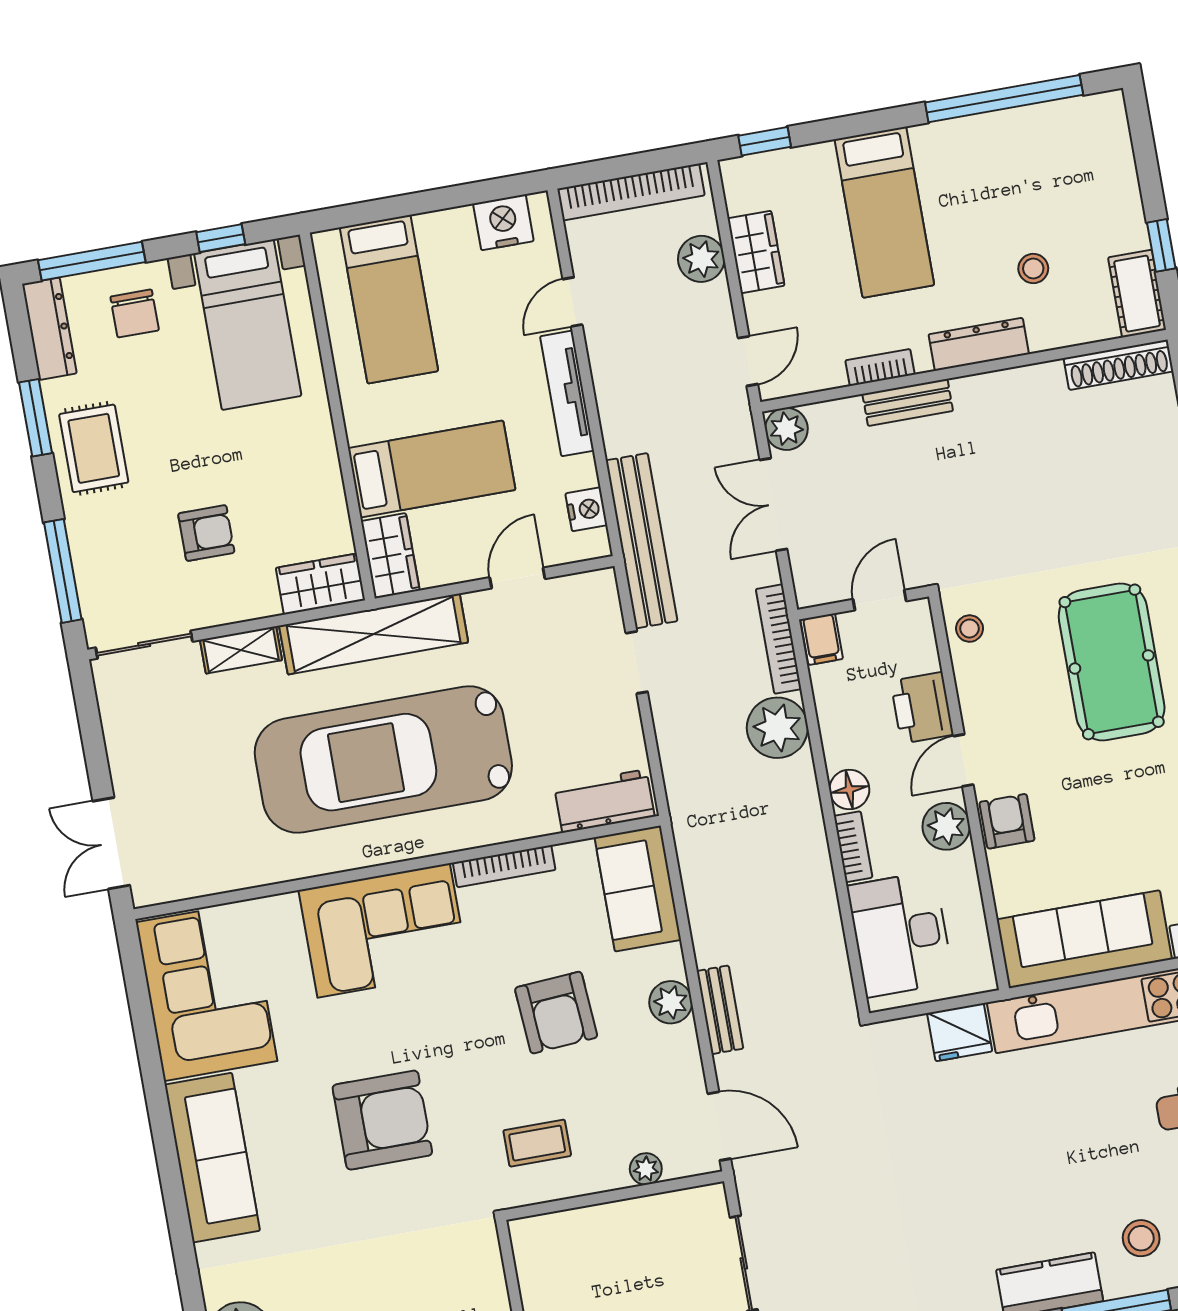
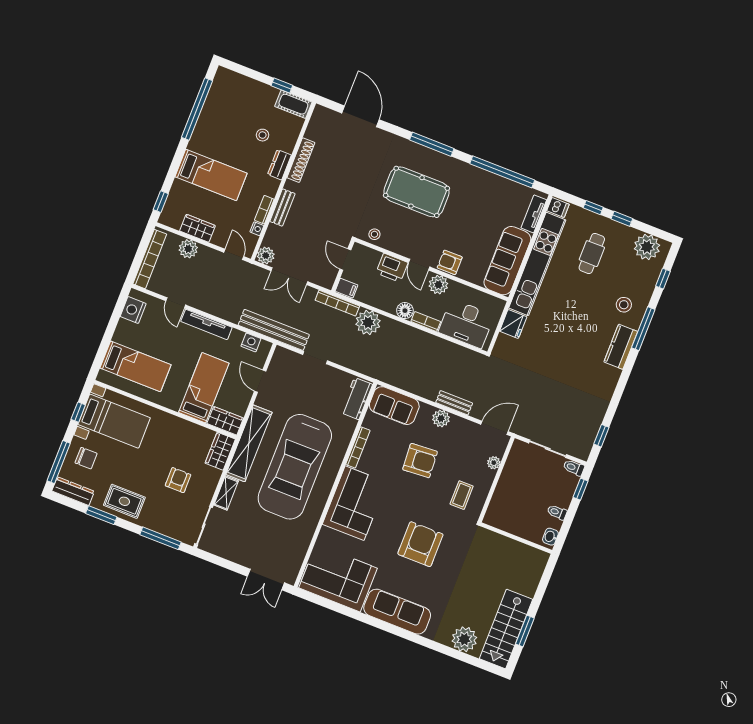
dresser: (979, 344) -> (279, 165), width x0.70
shoe rack: (1119, 365) -> (301, 160), moved
nightstand: (831, 376) -> (257, 229), added

